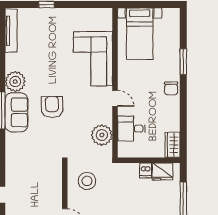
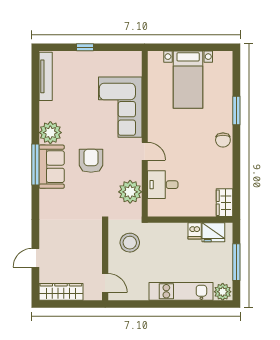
corner sofa: (93, 59) -> (120, 107), moved
wall: (115, 83) -> (145, 134), moved
door: (115, 98) -> (145, 151), moved
desk: (131, 129) -> (163, 185), moved
plant: (102, 135) -> (130, 192), moved

